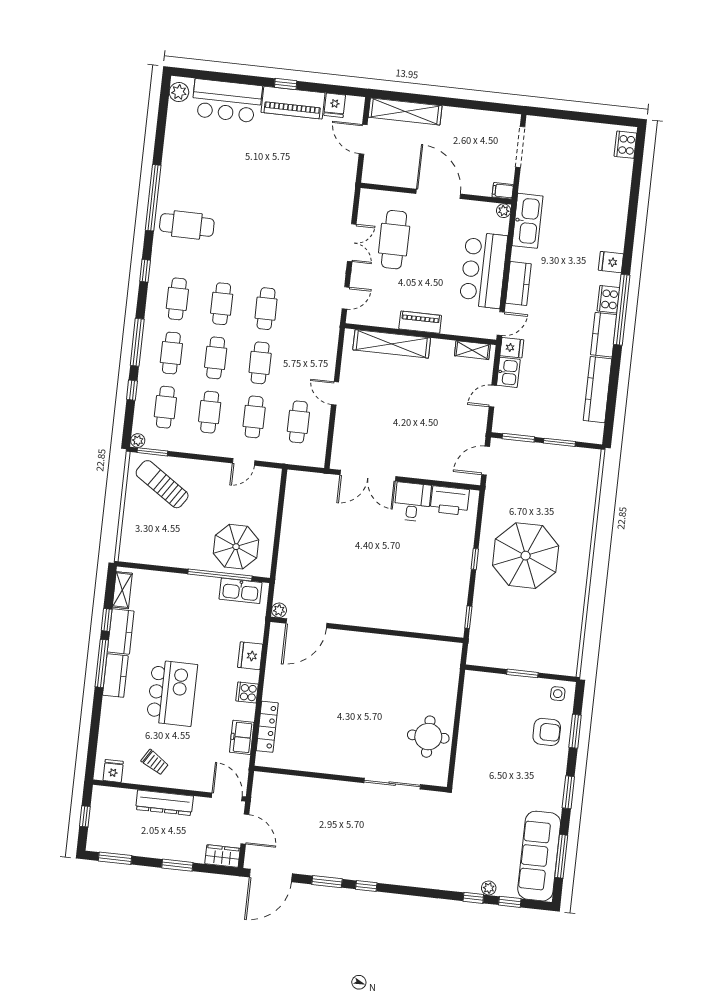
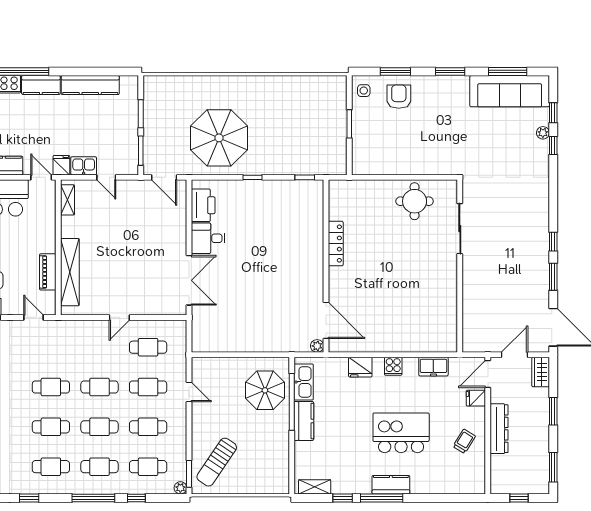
piano: (420, 322) -> (48, 272), moved
parasol: (526, 556) -> (219, 138), moved
kitchen counter: (121, 631) -> (304, 421), moved, turned 90
locker: (267, 727) -> (336, 244), moved, turned 90
fridge: (113, 771) -> (476, 398), moved

